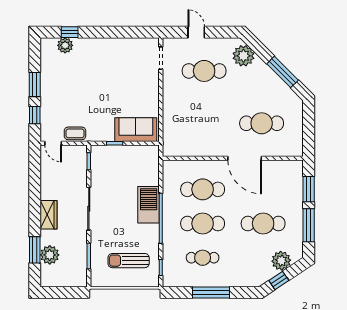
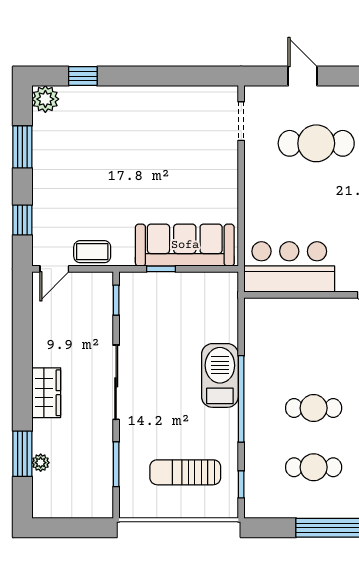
plant: (65, 45) -> (45, 99), moved
window: (35, 85) -> (22, 147), moved
sofa: (136, 130) -> (185, 245), width x1.36
bar counter: (189, 142) -> (289, 267), added
door: (53, 143) -> (54, 269), hinge flipped
cafe table: (203, 189) -> (314, 349), removed
cafe table: (203, 224) -> (314, 408), width x0.73, depth x0.74
plant: (50, 255) -> (41, 463), width x0.53, depth x0.53

